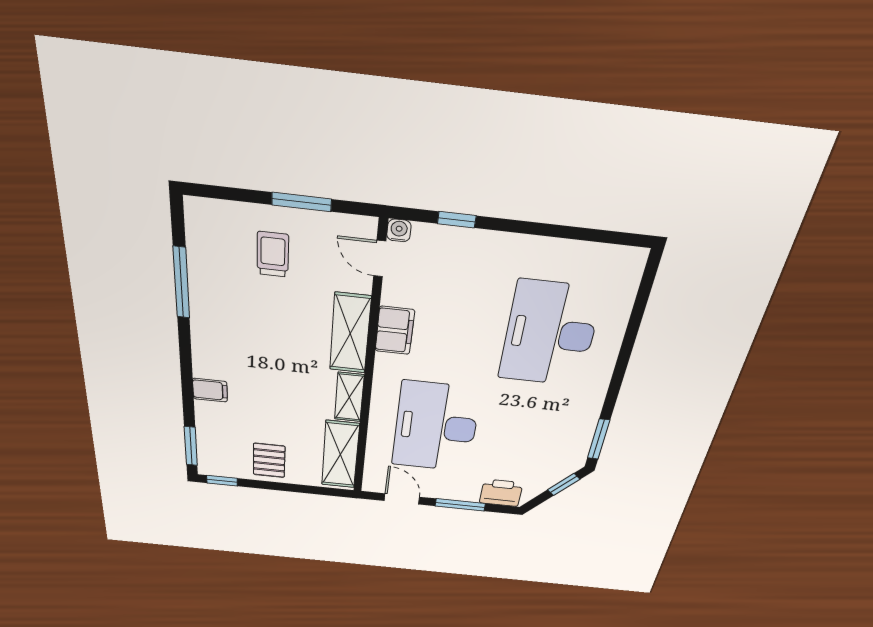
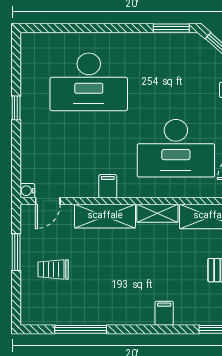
window: (457, 220) -> (16, 108), moved
filing cabinet: (395, 330) -> (108, 186), width x0.50

